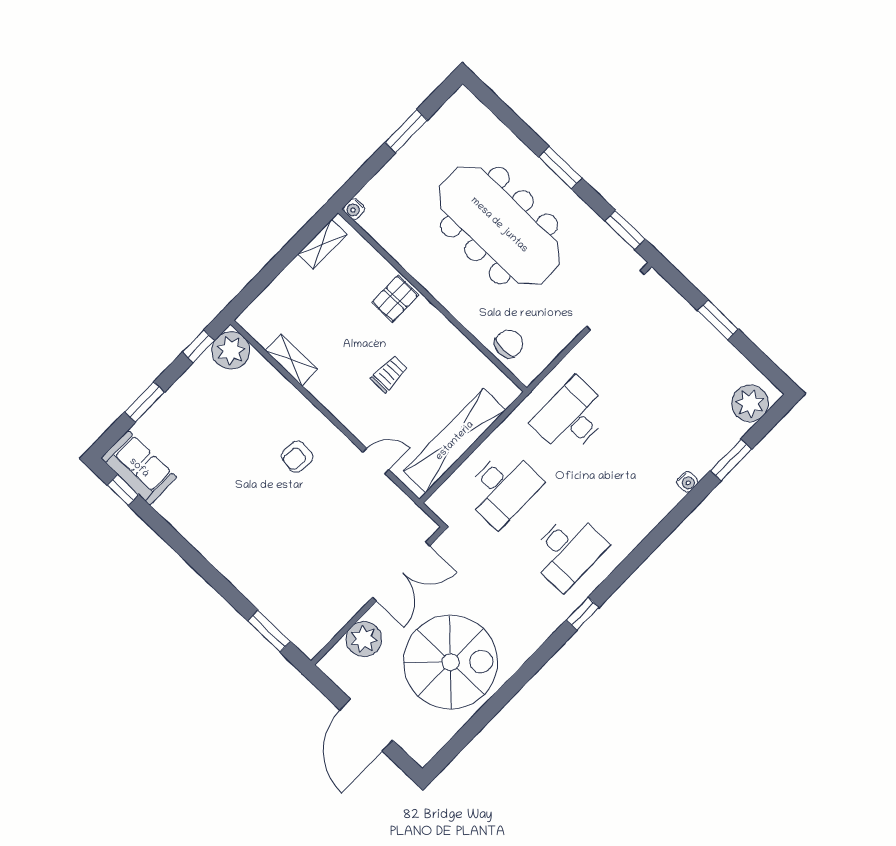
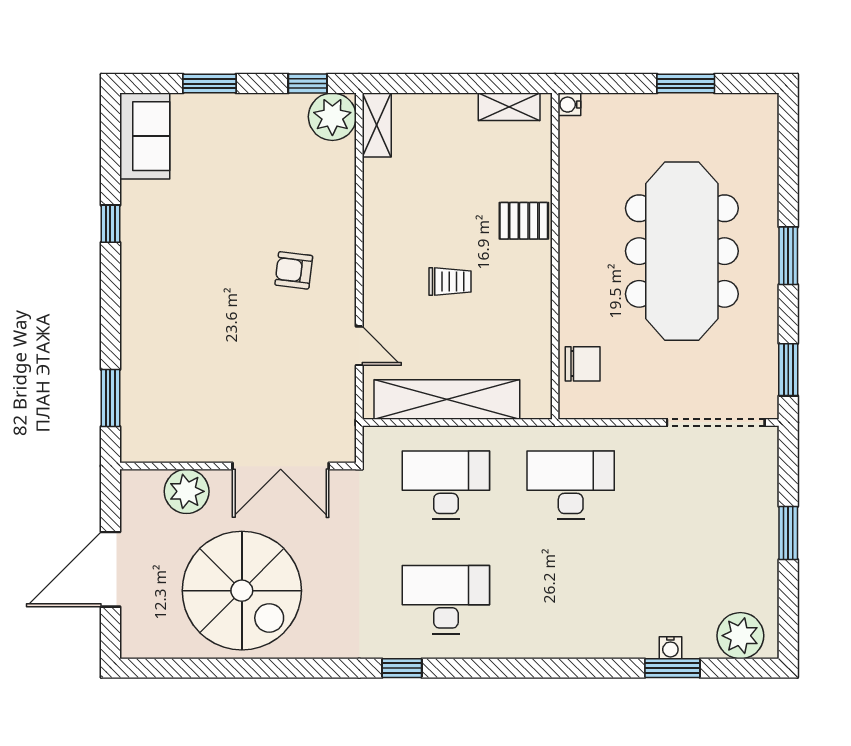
shelving: (291, 360) -> (377, 125), moved
water cooler: (687, 482) -> (670, 648), moved
desk: (503, 488) -> (446, 485), turned 180
window: (123, 490) -> (110, 224), moved
desk: (568, 551) -> (446, 599), turned 180

